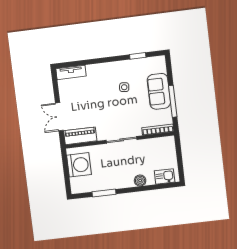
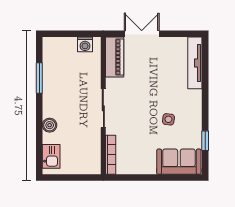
tv unit: (71, 72) -> (195, 63), width x1.41
sofa: (159, 91) -> (179, 162), moved
window: (173, 101) -> (144, 178), removed
washing machine: (79, 165) -> (85, 44), width x0.53, depth x0.53

